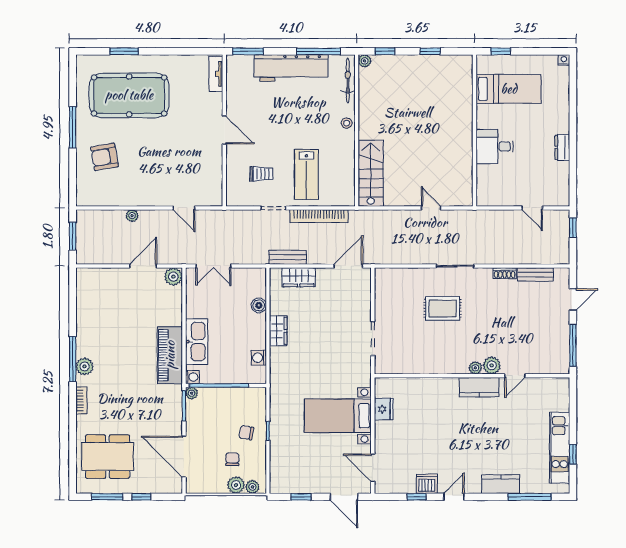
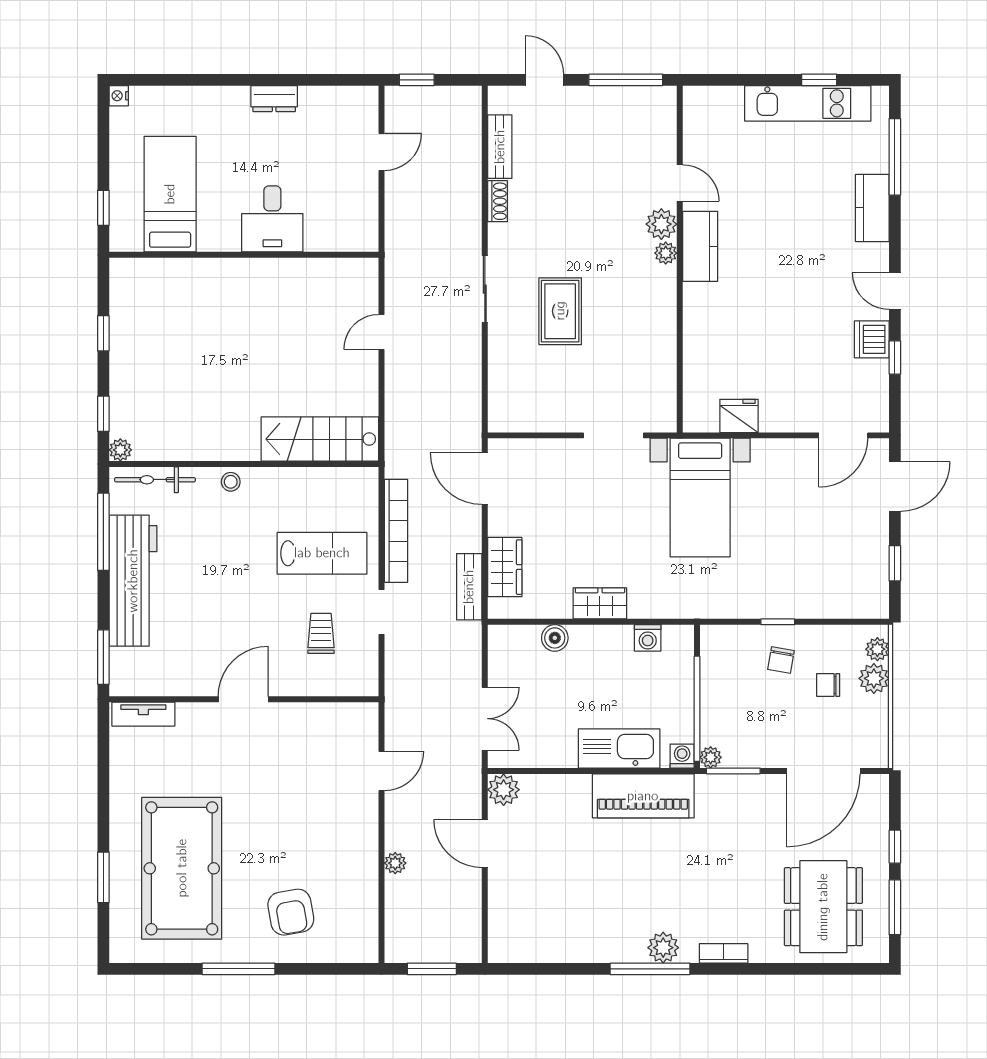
bed with nightstands: (338, 416) -> (700, 498), moved

